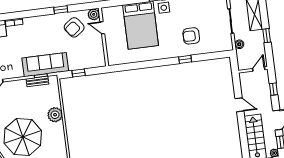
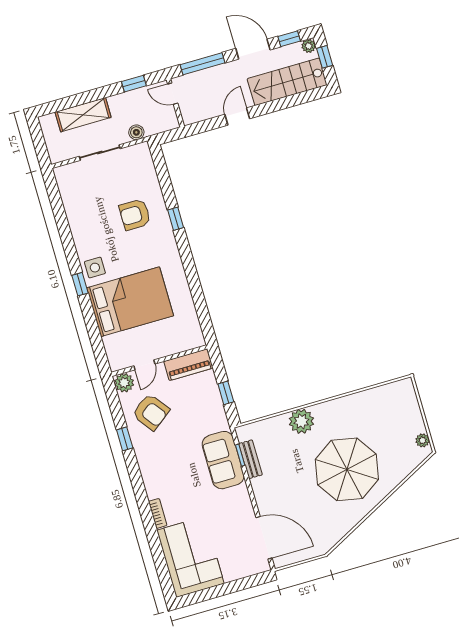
armchair: (191, 36) -> (135, 215), turned 90
window: (267, 36) -> (134, 84), moved
piano: (98, 54) -> (188, 365), added
sofa: (45, 65) -> (223, 460), width x0.73
window: (273, 89) -> (202, 64), width x2.17

